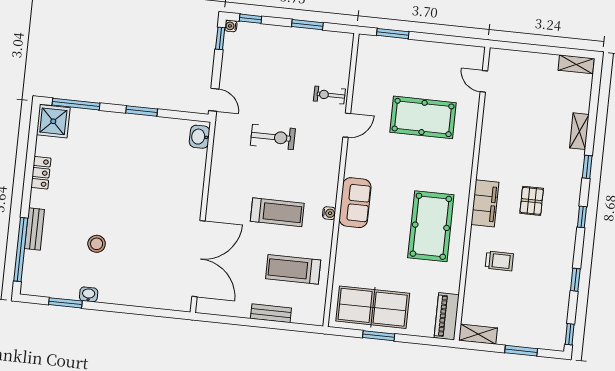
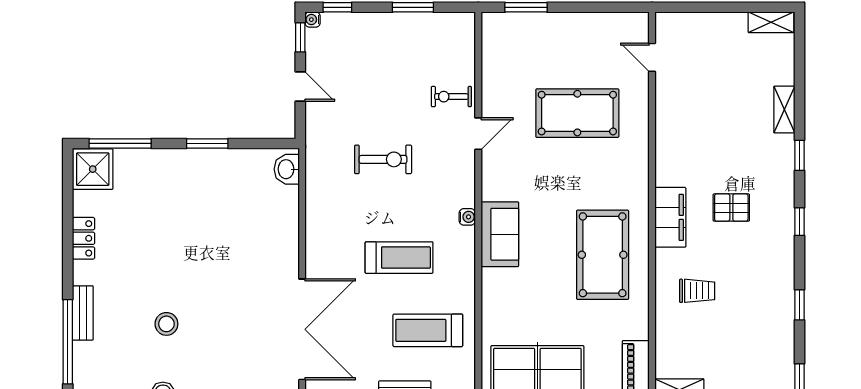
door: (214, 100) -> (300, 86), moved
pallet: (532, 201) -> (731, 208), turned 90
water cooler: (329, 213) -> (467, 217), moved

